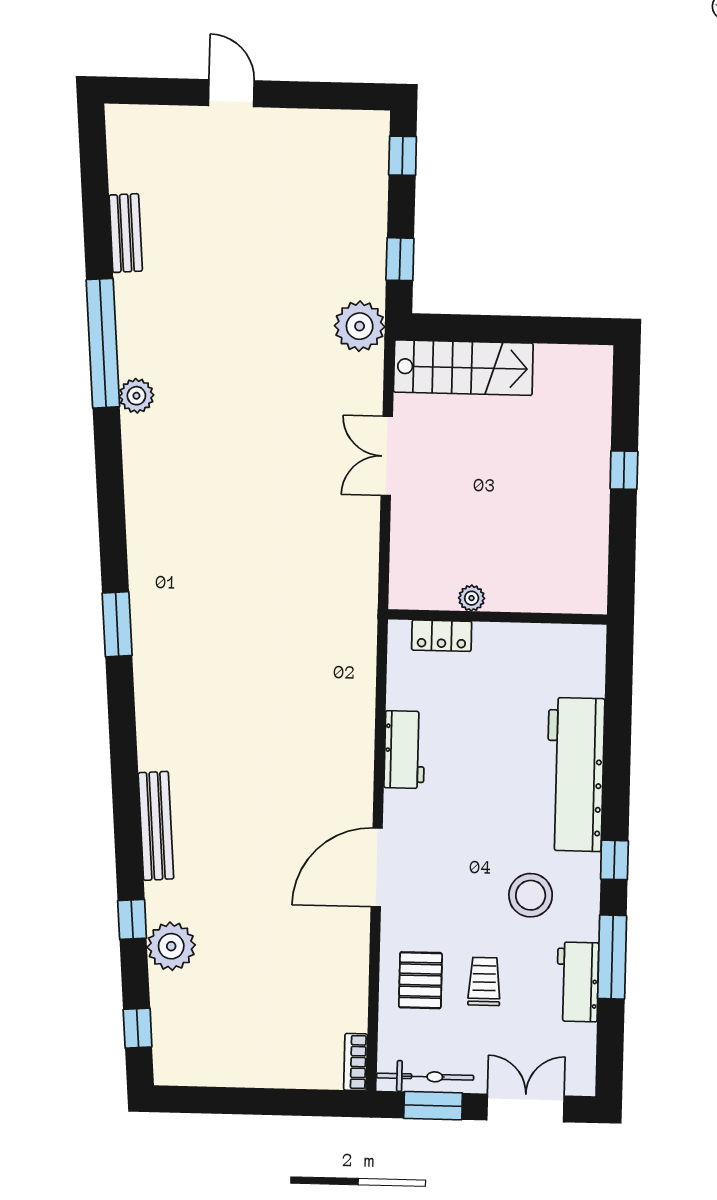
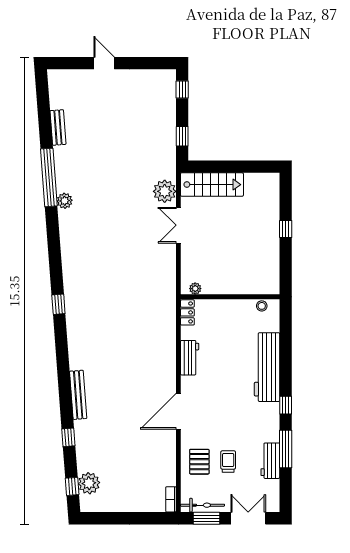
plant: (360, 326) -> (165, 191), moved
plant: (472, 598) -> (195, 289), moved
window: (117, 624) -> (58, 304), width x0.67
locker: (442, 636) -> (187, 312), moved, turned -90
stool: (531, 895) -> (262, 306), moved, width x0.53, depth x0.53
plant: (171, 946) -> (89, 483), moved

